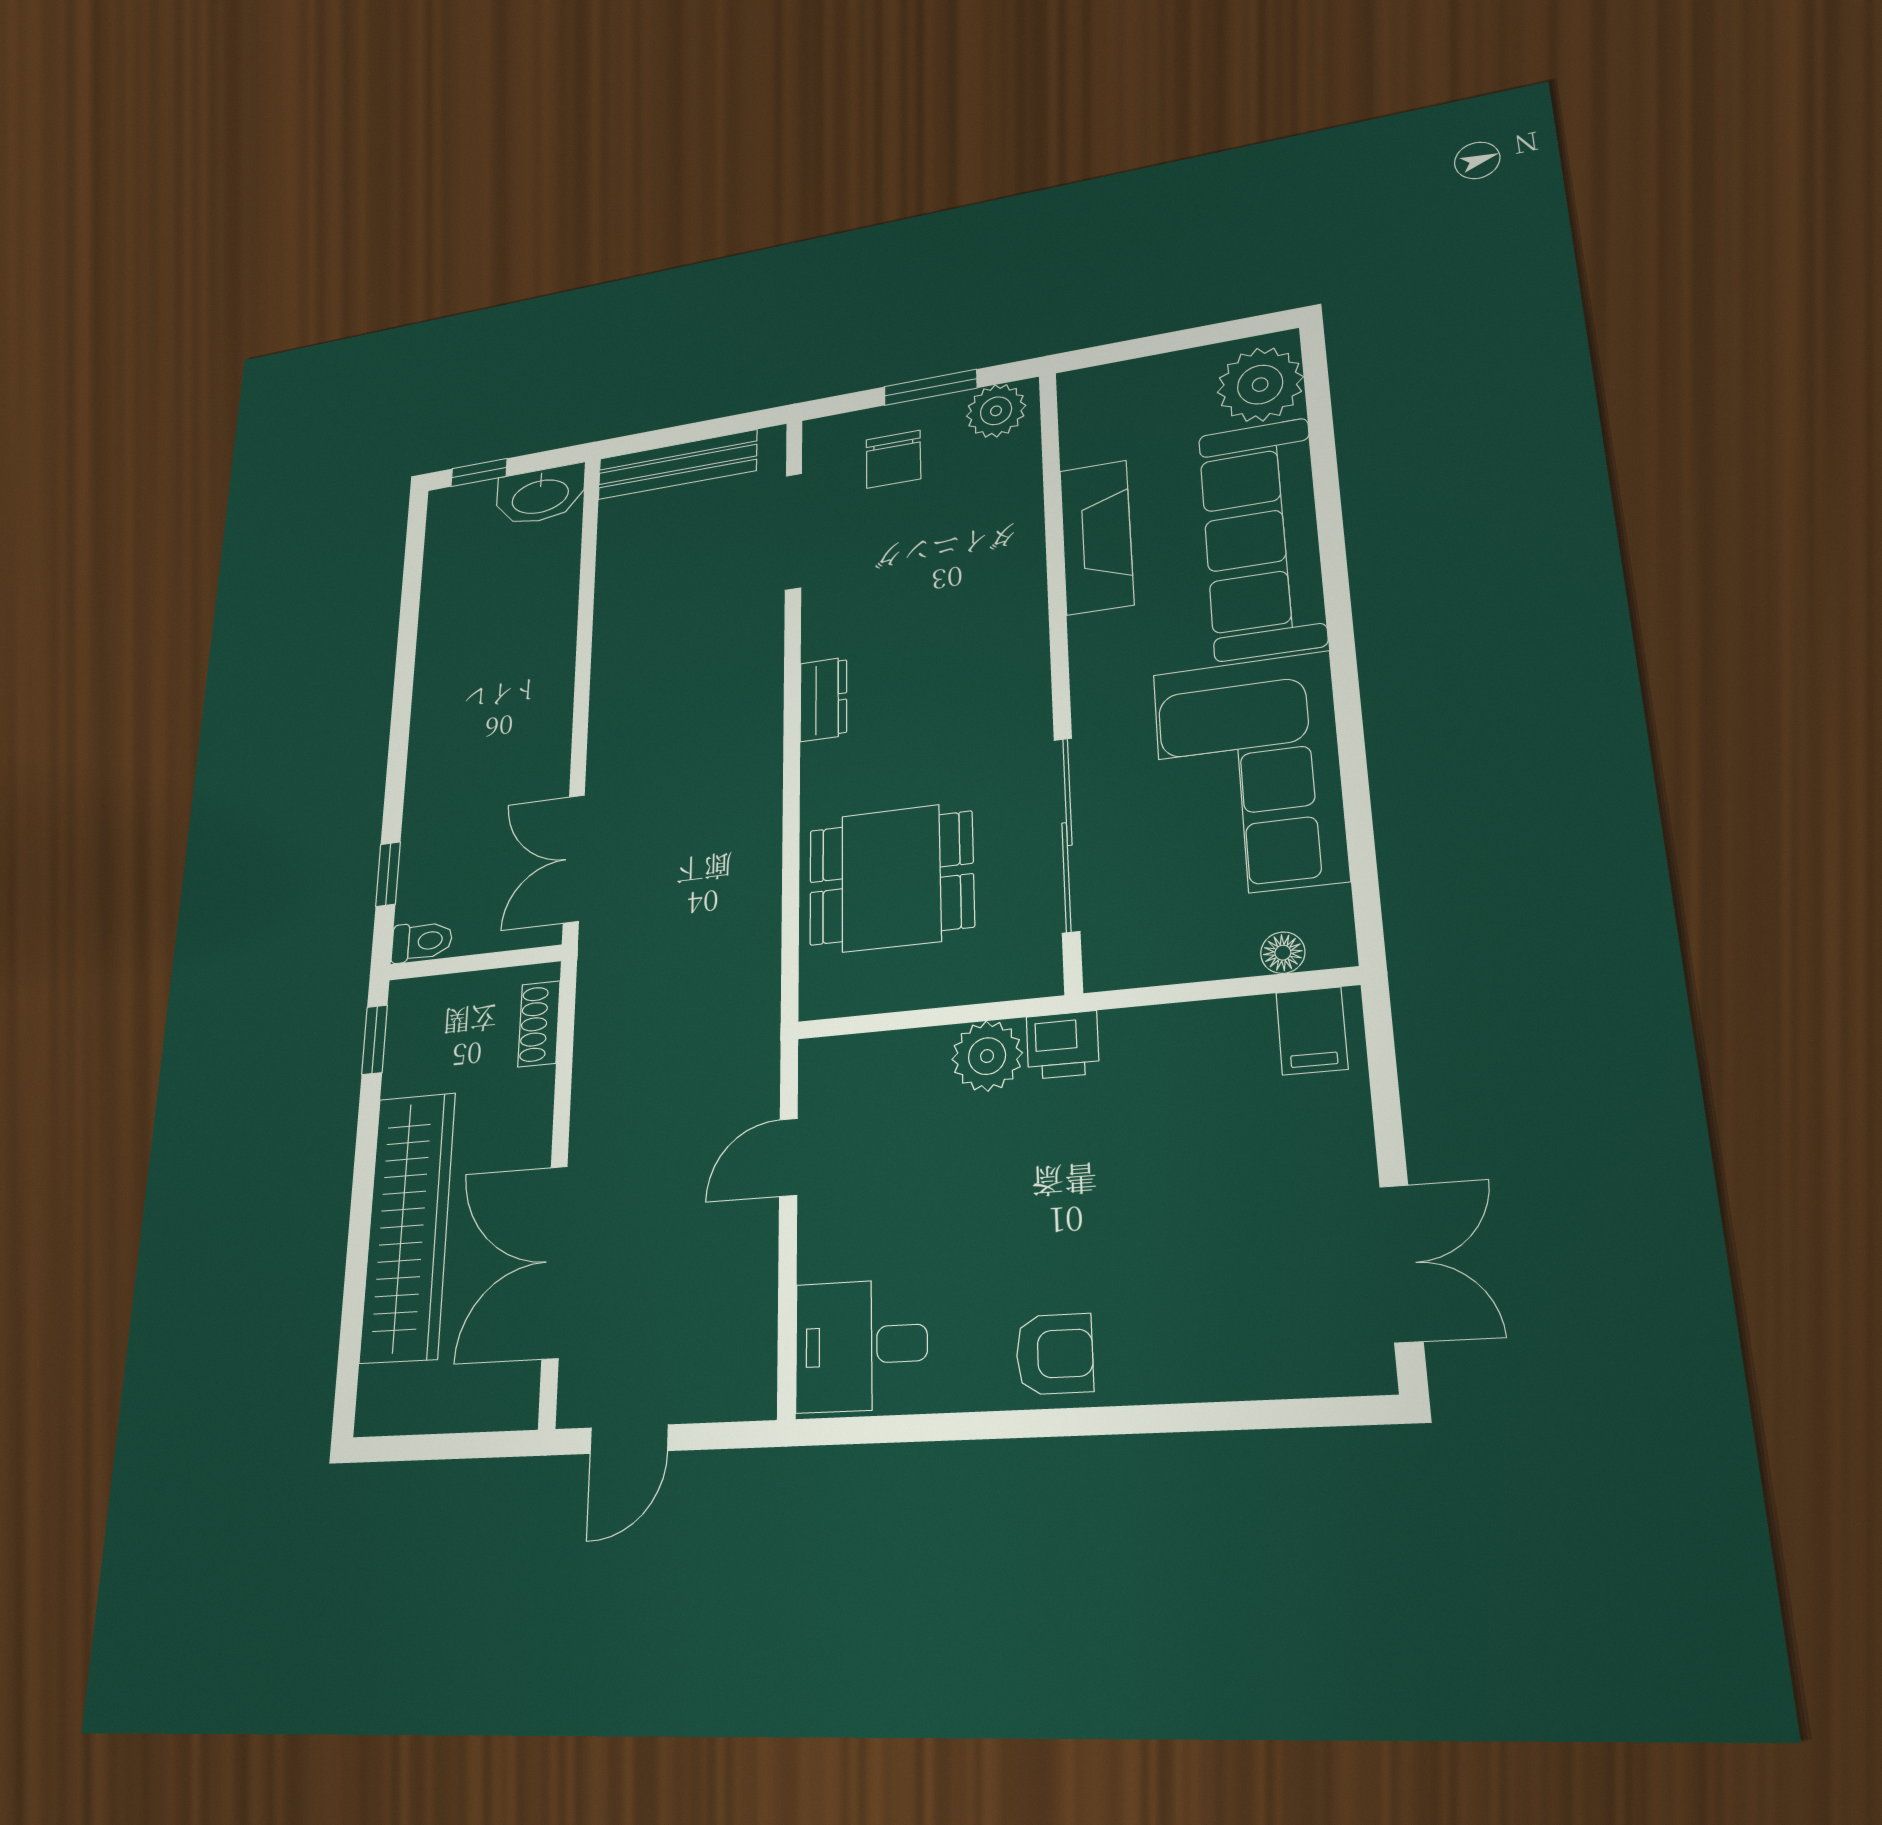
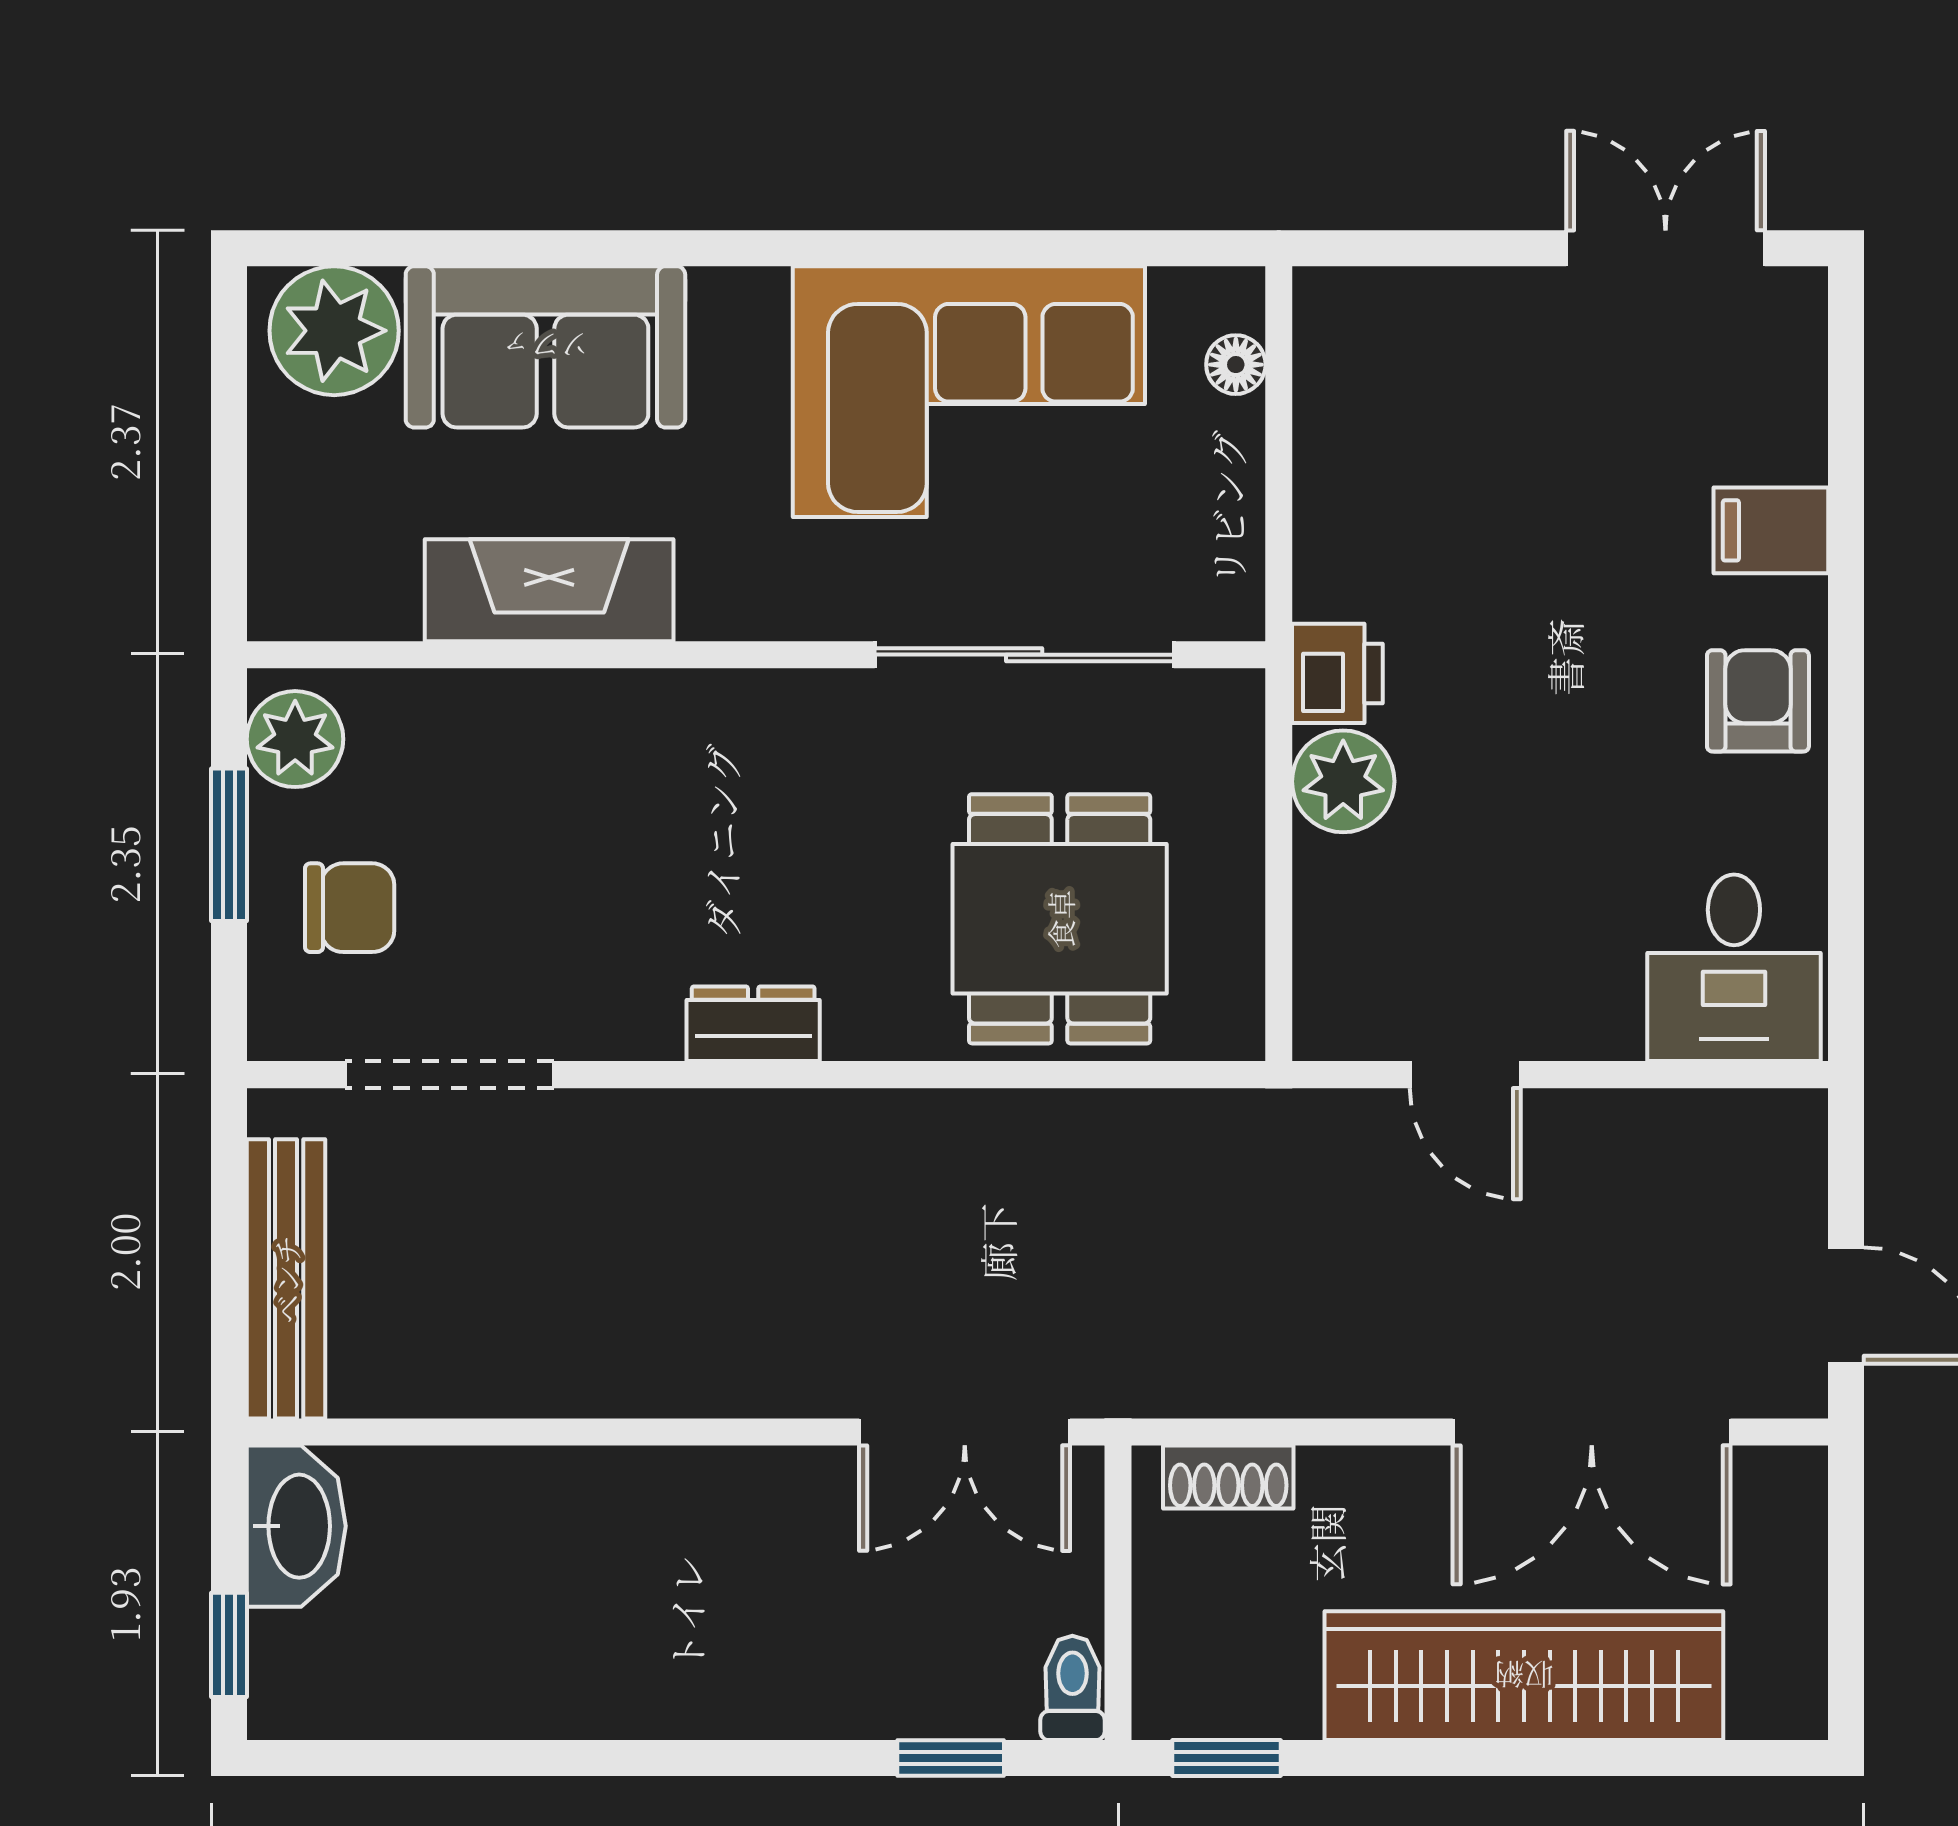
sofa: (1262, 538) -> (545, 347), width x0.73
filing cabinet: (1312, 1031) -> (1771, 530), moved, turned 180

